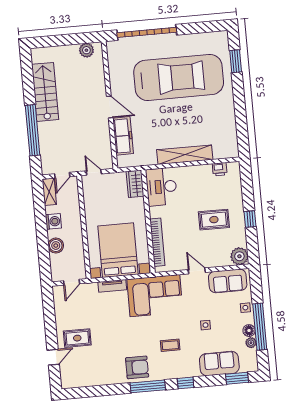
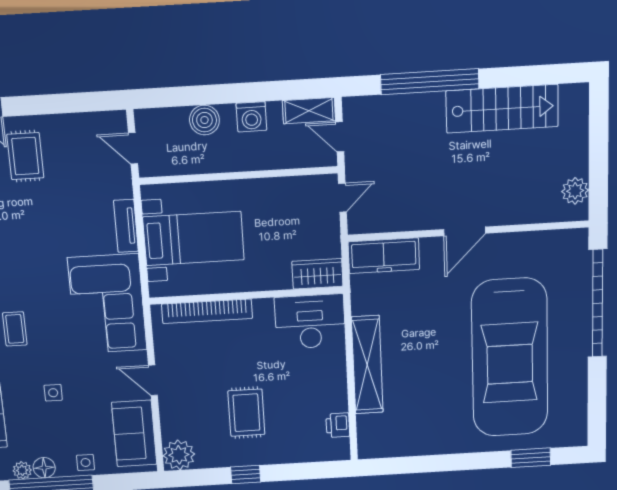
freezer: (123, 136) -> (384, 256), moved
bed with nightstands: (118, 250) -> (194, 238), width x0.73
door: (197, 271) -> (153, 380), swing flipped

